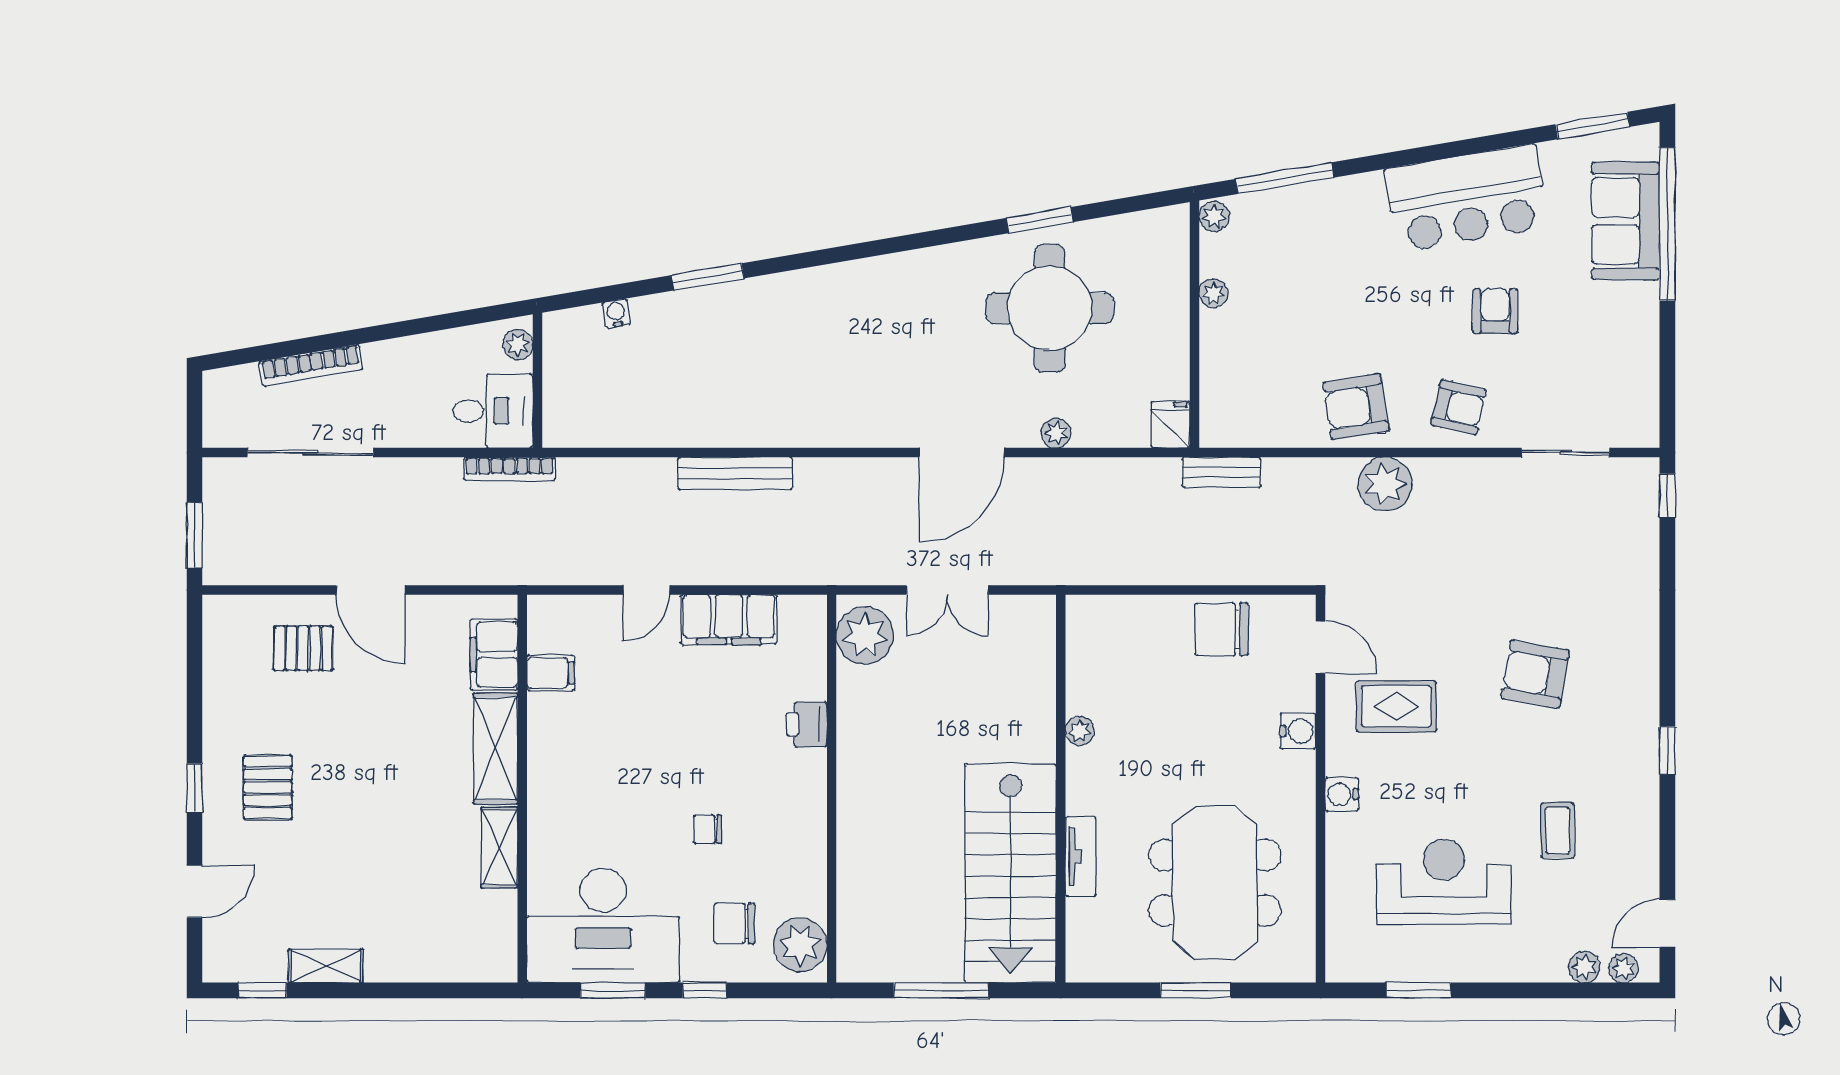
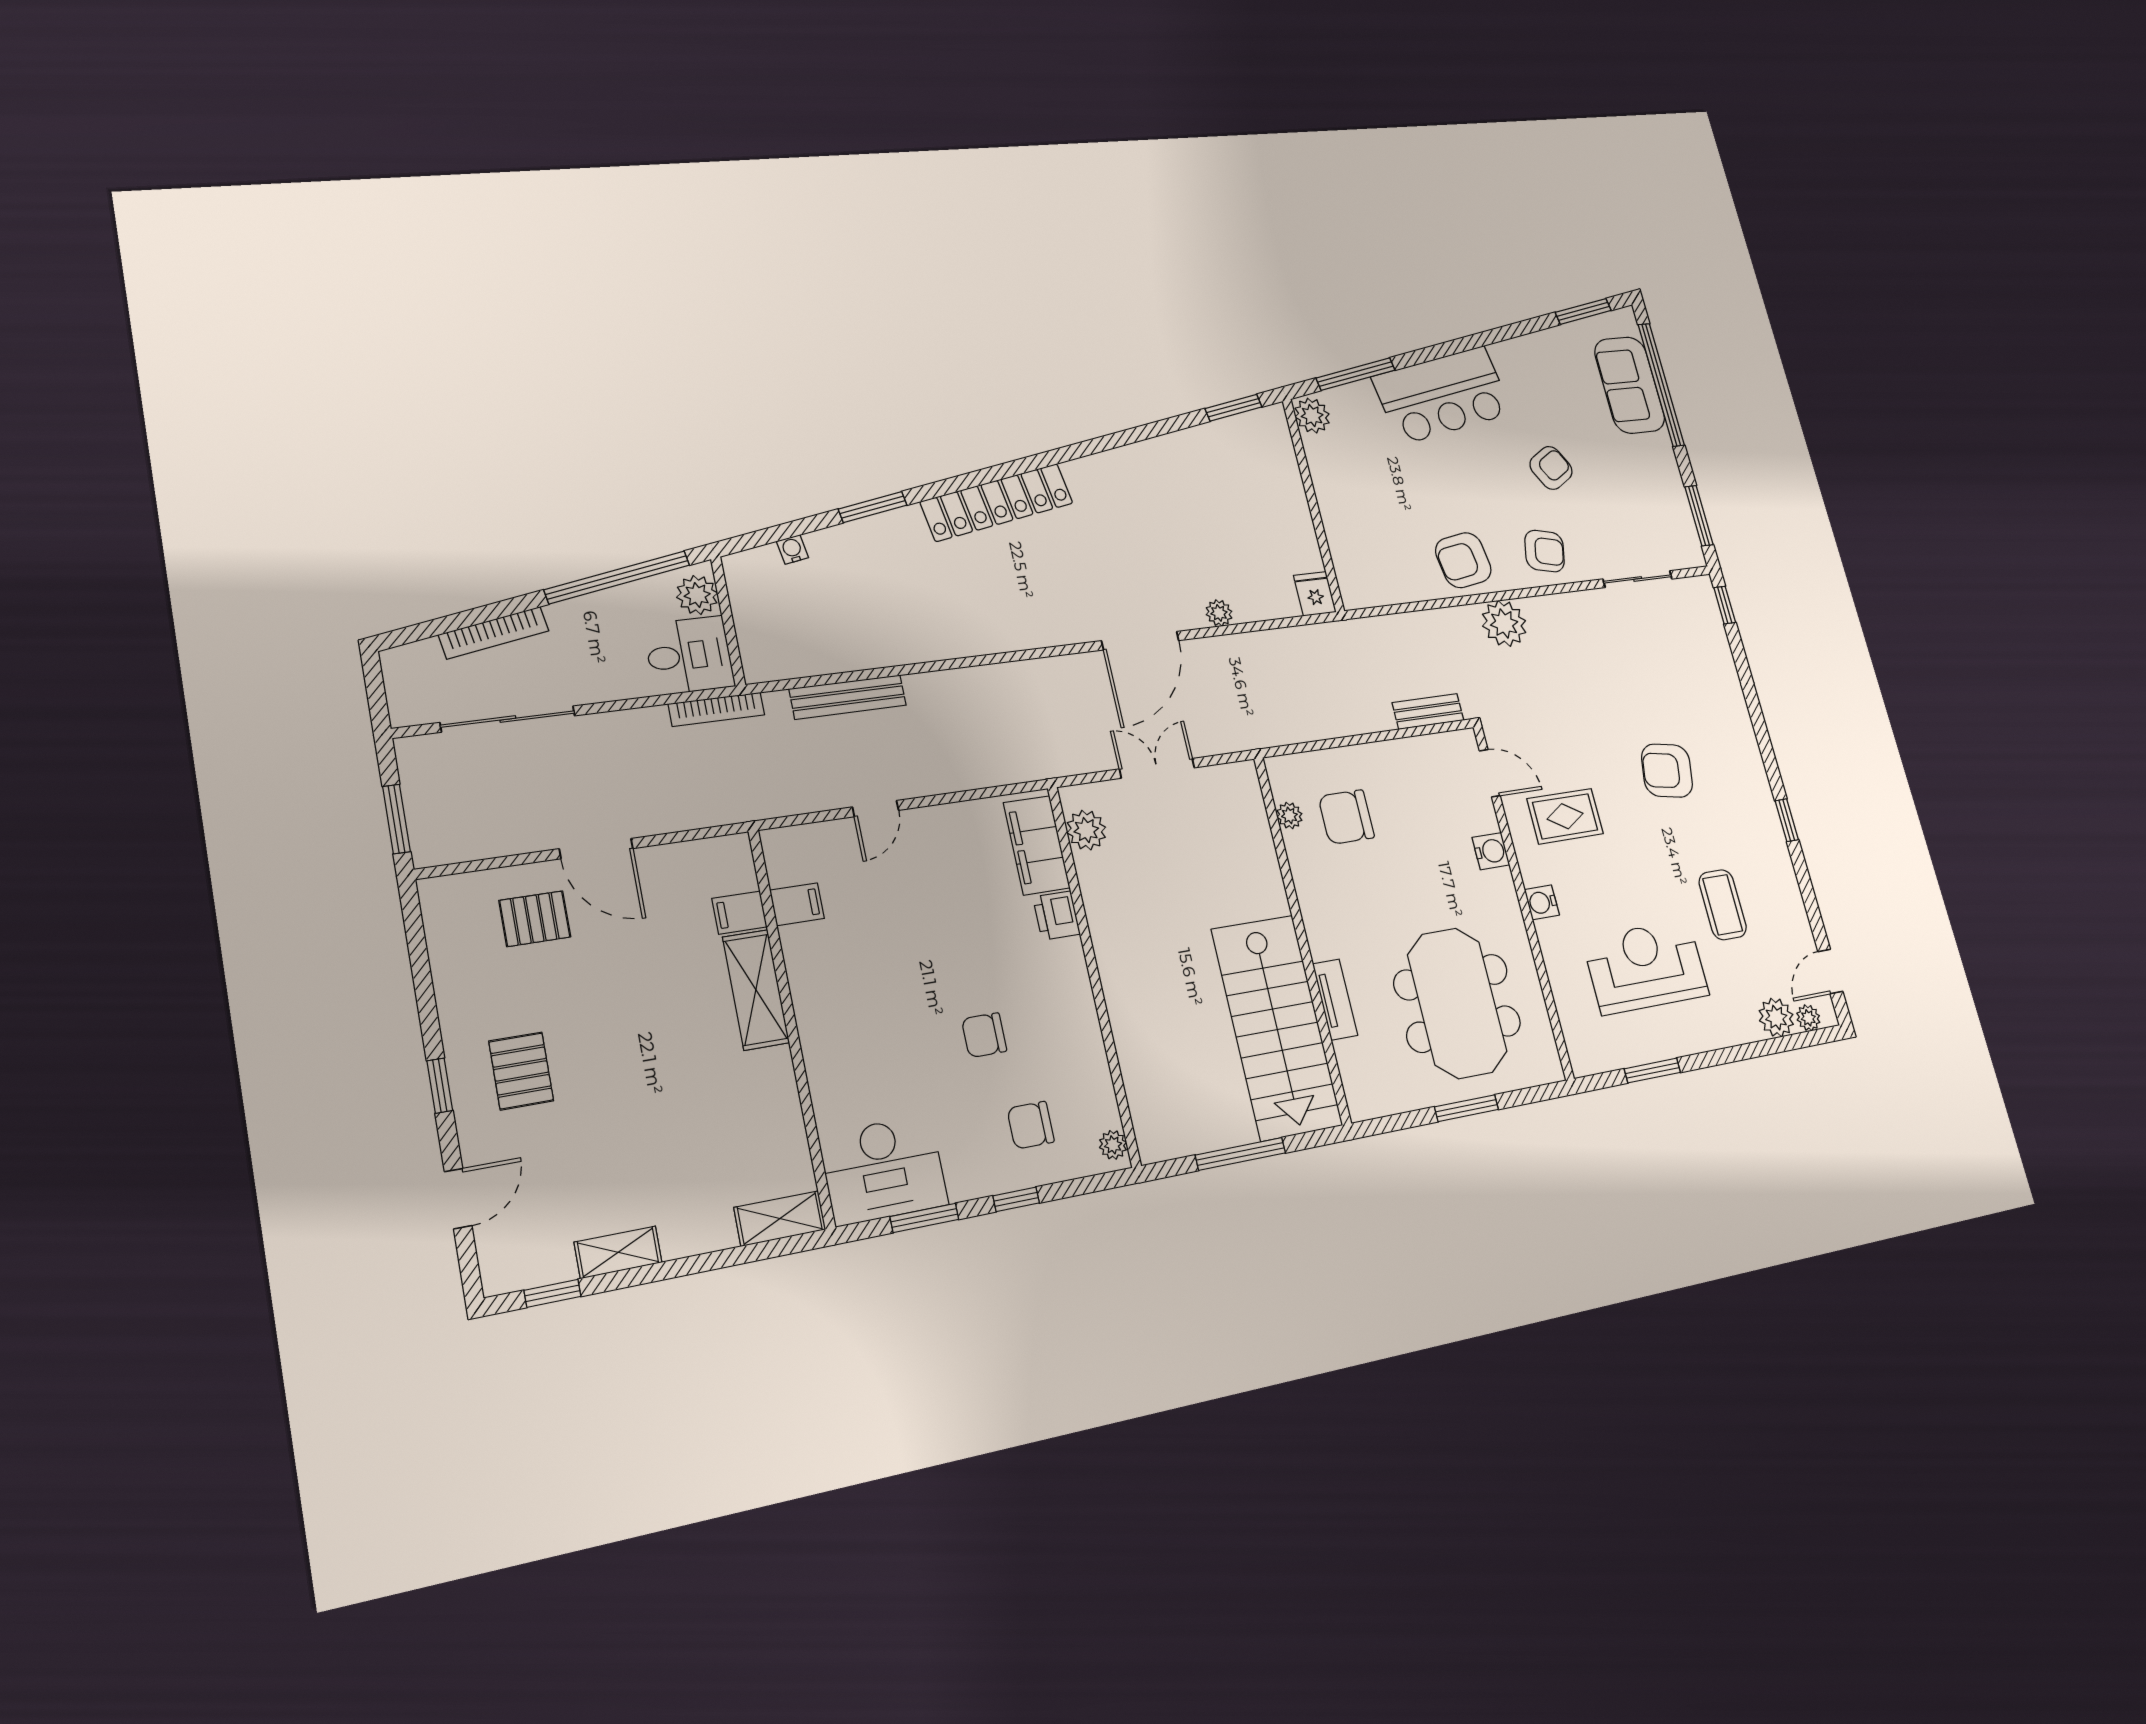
bar counter: (1467, 198) -> (1442, 395), moved
plant: (1214, 216) -> (1312, 416), width x1.38, depth x1.38
window: (1040, 220) -> (1233, 408), moved
locker: (840, 285) -> (997, 502), added
plant: (1213, 293) -> (1322, 476), removed
round table: (1050, 308) -> (1187, 504), removed
armchair: (1495, 311) -> (1551, 468), turned 60
window: (438, 323) -> (617, 577), added
plant: (518, 344) -> (697, 595), width x1.38, depth x1.38
window: (1667, 387) -> (1699, 516), added
bench: (1222, 472) -> (1428, 711), moved
bench: (735, 473) -> (848, 697), moved
double door: (947, 590) -> (1157, 768), swing flipped
filing cabinet: (729, 620) -> (1037, 845), moved, turned 90
chair: (1222, 629) -> (1346, 817), moved
plant: (865, 635) -> (1086, 830), width x0.73, depth x0.73
filing cabinet: (494, 655) -> (739, 913), width x0.50
plant: (1080, 731) -> (1289, 815), moved
chair: (707, 829) -> (984, 1035), width x1.37, depth x1.37
coffee table: (1557, 831) -> (1723, 905), width x1.36, depth x1.30
shelving: (499, 847) -> (780, 1219), moved, turned 90
desk: (603, 926) -> (883, 1170), width x0.73, depth x0.77
plant: (800, 945) -> (1113, 1145), width x0.53, depth x0.53
plant: (1584, 967) -> (1776, 1018), width x1.38, depth x1.38

